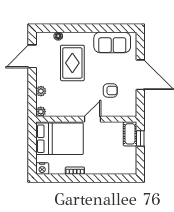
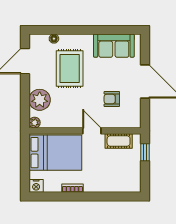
armchair: (110, 90) -> (112, 99), turned 180
plant: (41, 91) -> (40, 100), width x1.88, depth x1.88
door: (92, 119) -> (92, 131), hinge flipped
cot: (130, 134) -> (119, 141), moved, turned 90

